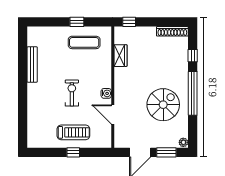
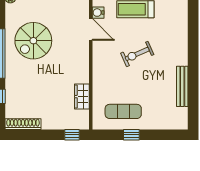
exercise bike: (72, 93) -> (137, 54), turned 66
water cooler: (106, 93) -> (98, 13), moved

